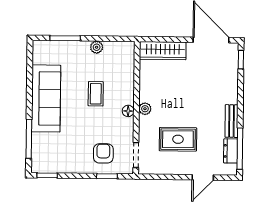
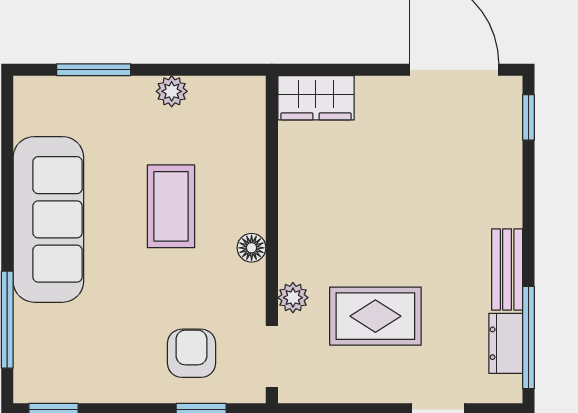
wardrobe: (163, 51) -> (316, 98), width x0.67
coffee table: (96, 94) -> (171, 206), width x1.36, depth x1.30
plant: (145, 109) -> (293, 298), moved

